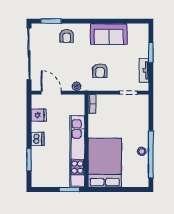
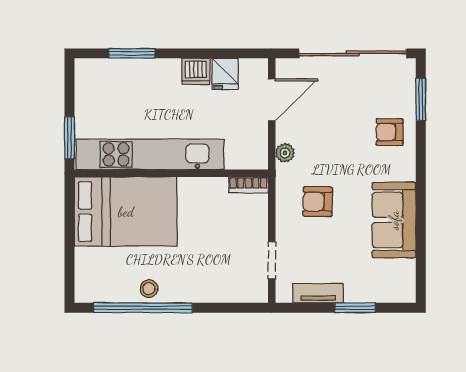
dishwasher: (38, 139) -> (196, 71), moved

